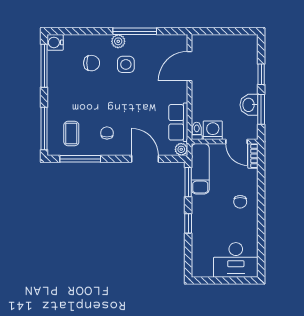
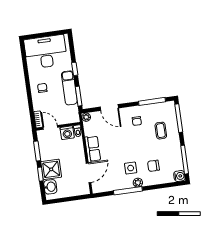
shower: (244, 79) -> (51, 169), added
washbasin: (249, 105) -> (50, 187), moved
row of seats: (178, 122) -> (93, 149), moved
coffee table: (71, 133) -> (161, 131), moved
exam couch: (200, 169) -> (69, 88), moved
desk: (236, 260) -> (46, 52), width x1.36, depth x1.30

